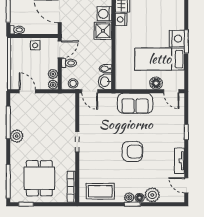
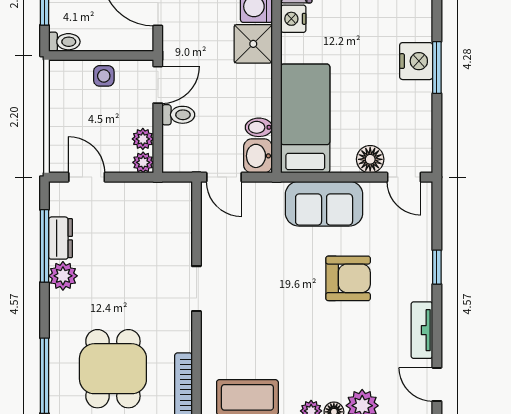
bed: (160, 59) -> (305, 119), moved, turned 90
stool: (73, 83) -> (187, 160), removed
dresser: (15, 119) -> (60, 238), added
armchair: (132, 152) -> (348, 278), moved

